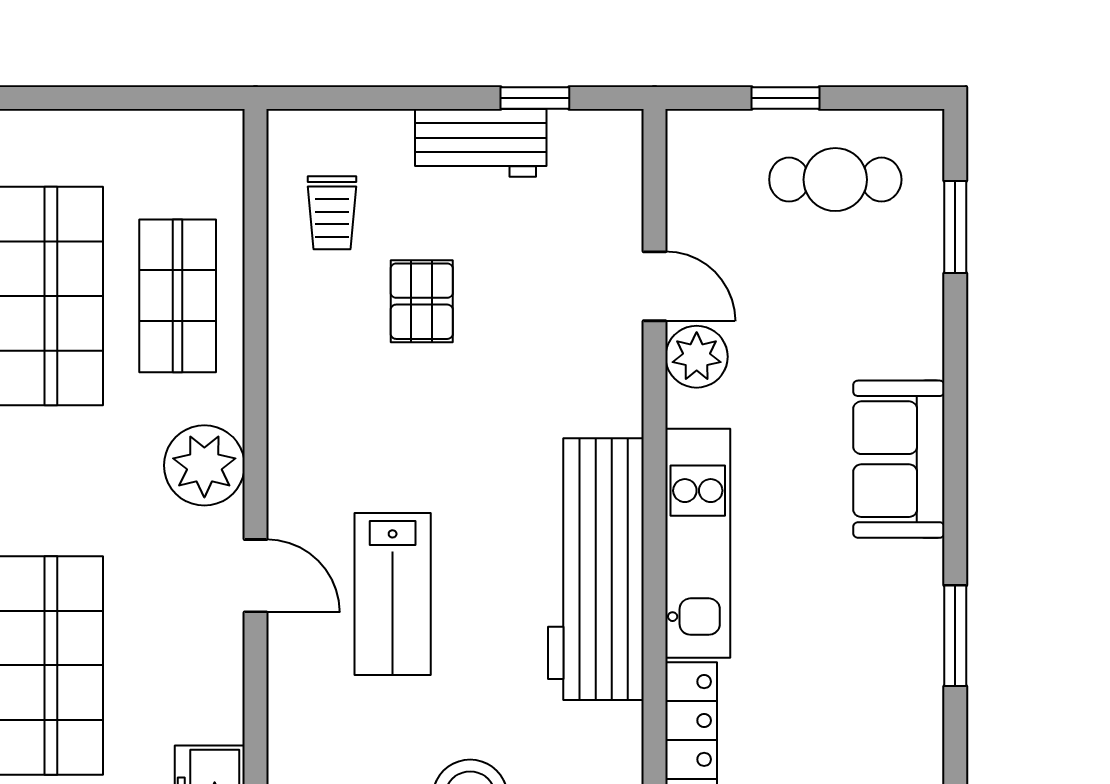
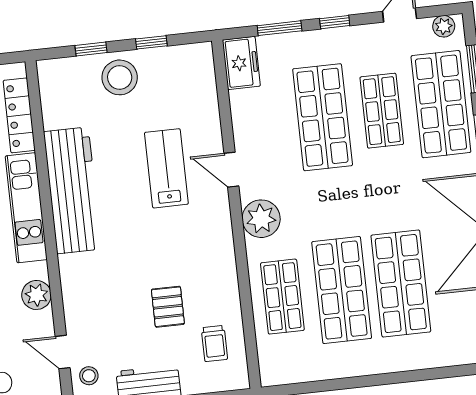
stool: (605, 174) -> (89, 376), added
trolley: (332, 213) -> (214, 343), turned 180
door: (655, 286) -> (63, 352), moved

